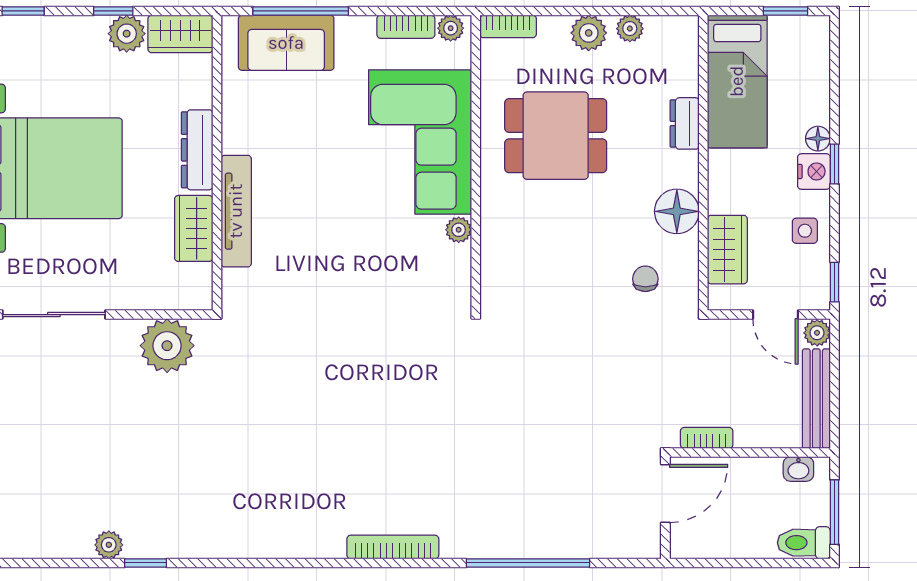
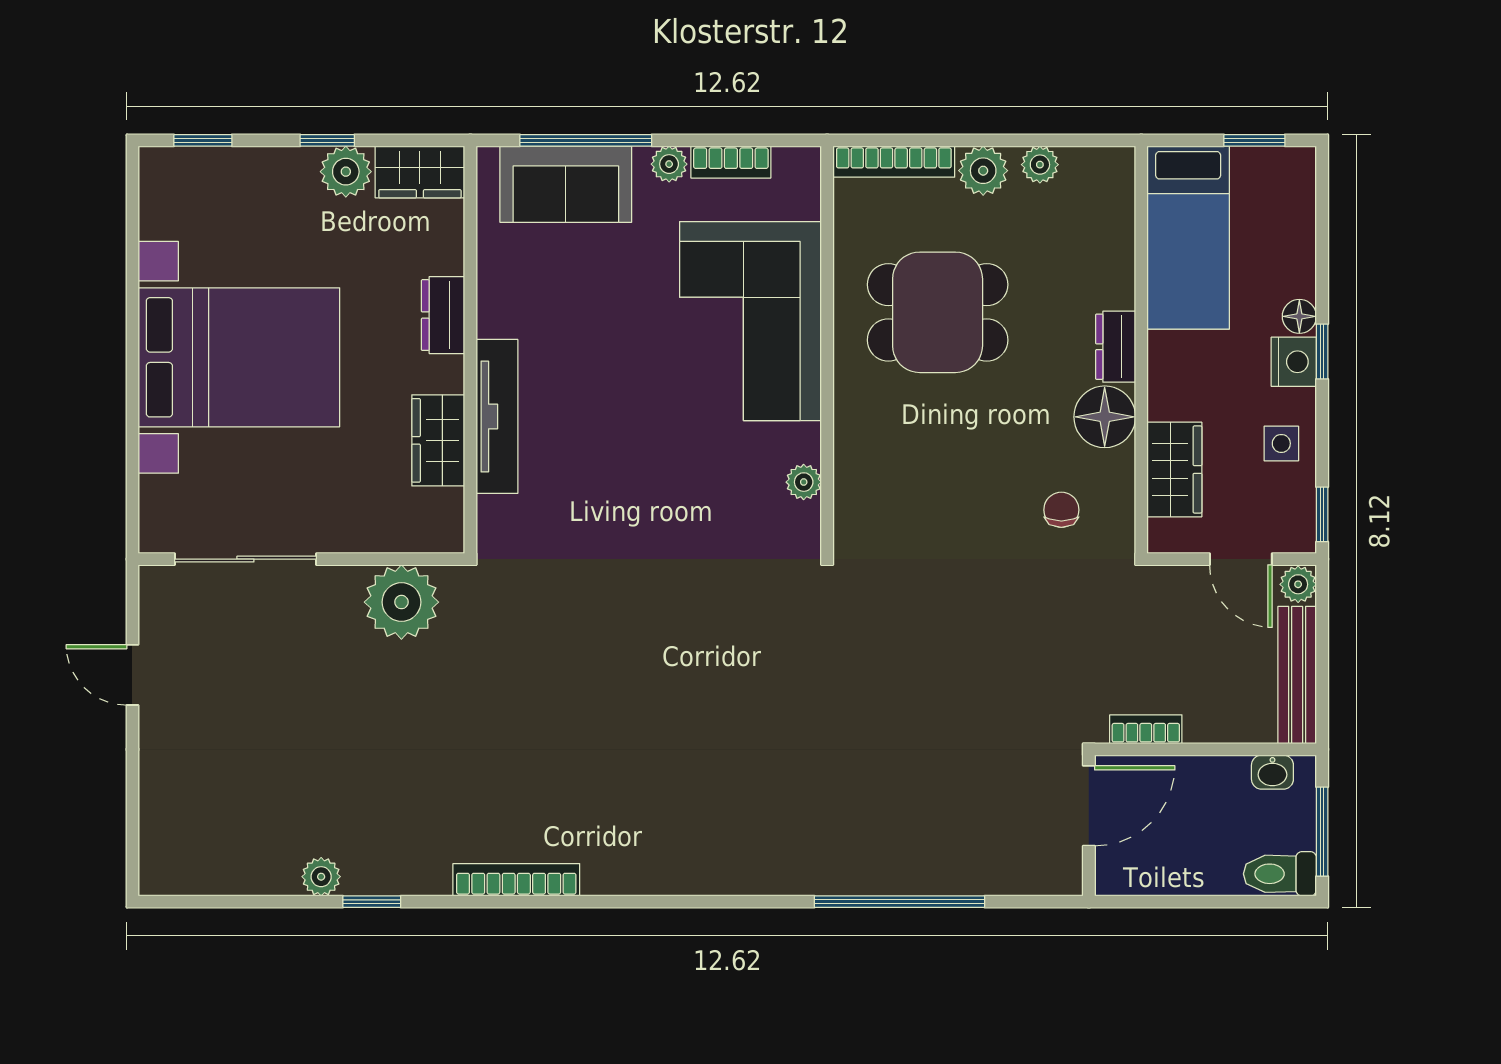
bookcase: (508, 26) -> (894, 162), width x1.56
plant: (451, 28) -> (669, 164), moved
dresser: (685, 123) -> (1116, 347), moved
dresser: (197, 150) -> (443, 315), width x0.70
plant: (459, 230) -> (804, 482), moved
bookcase: (393, 547) -> (516, 880), moved

